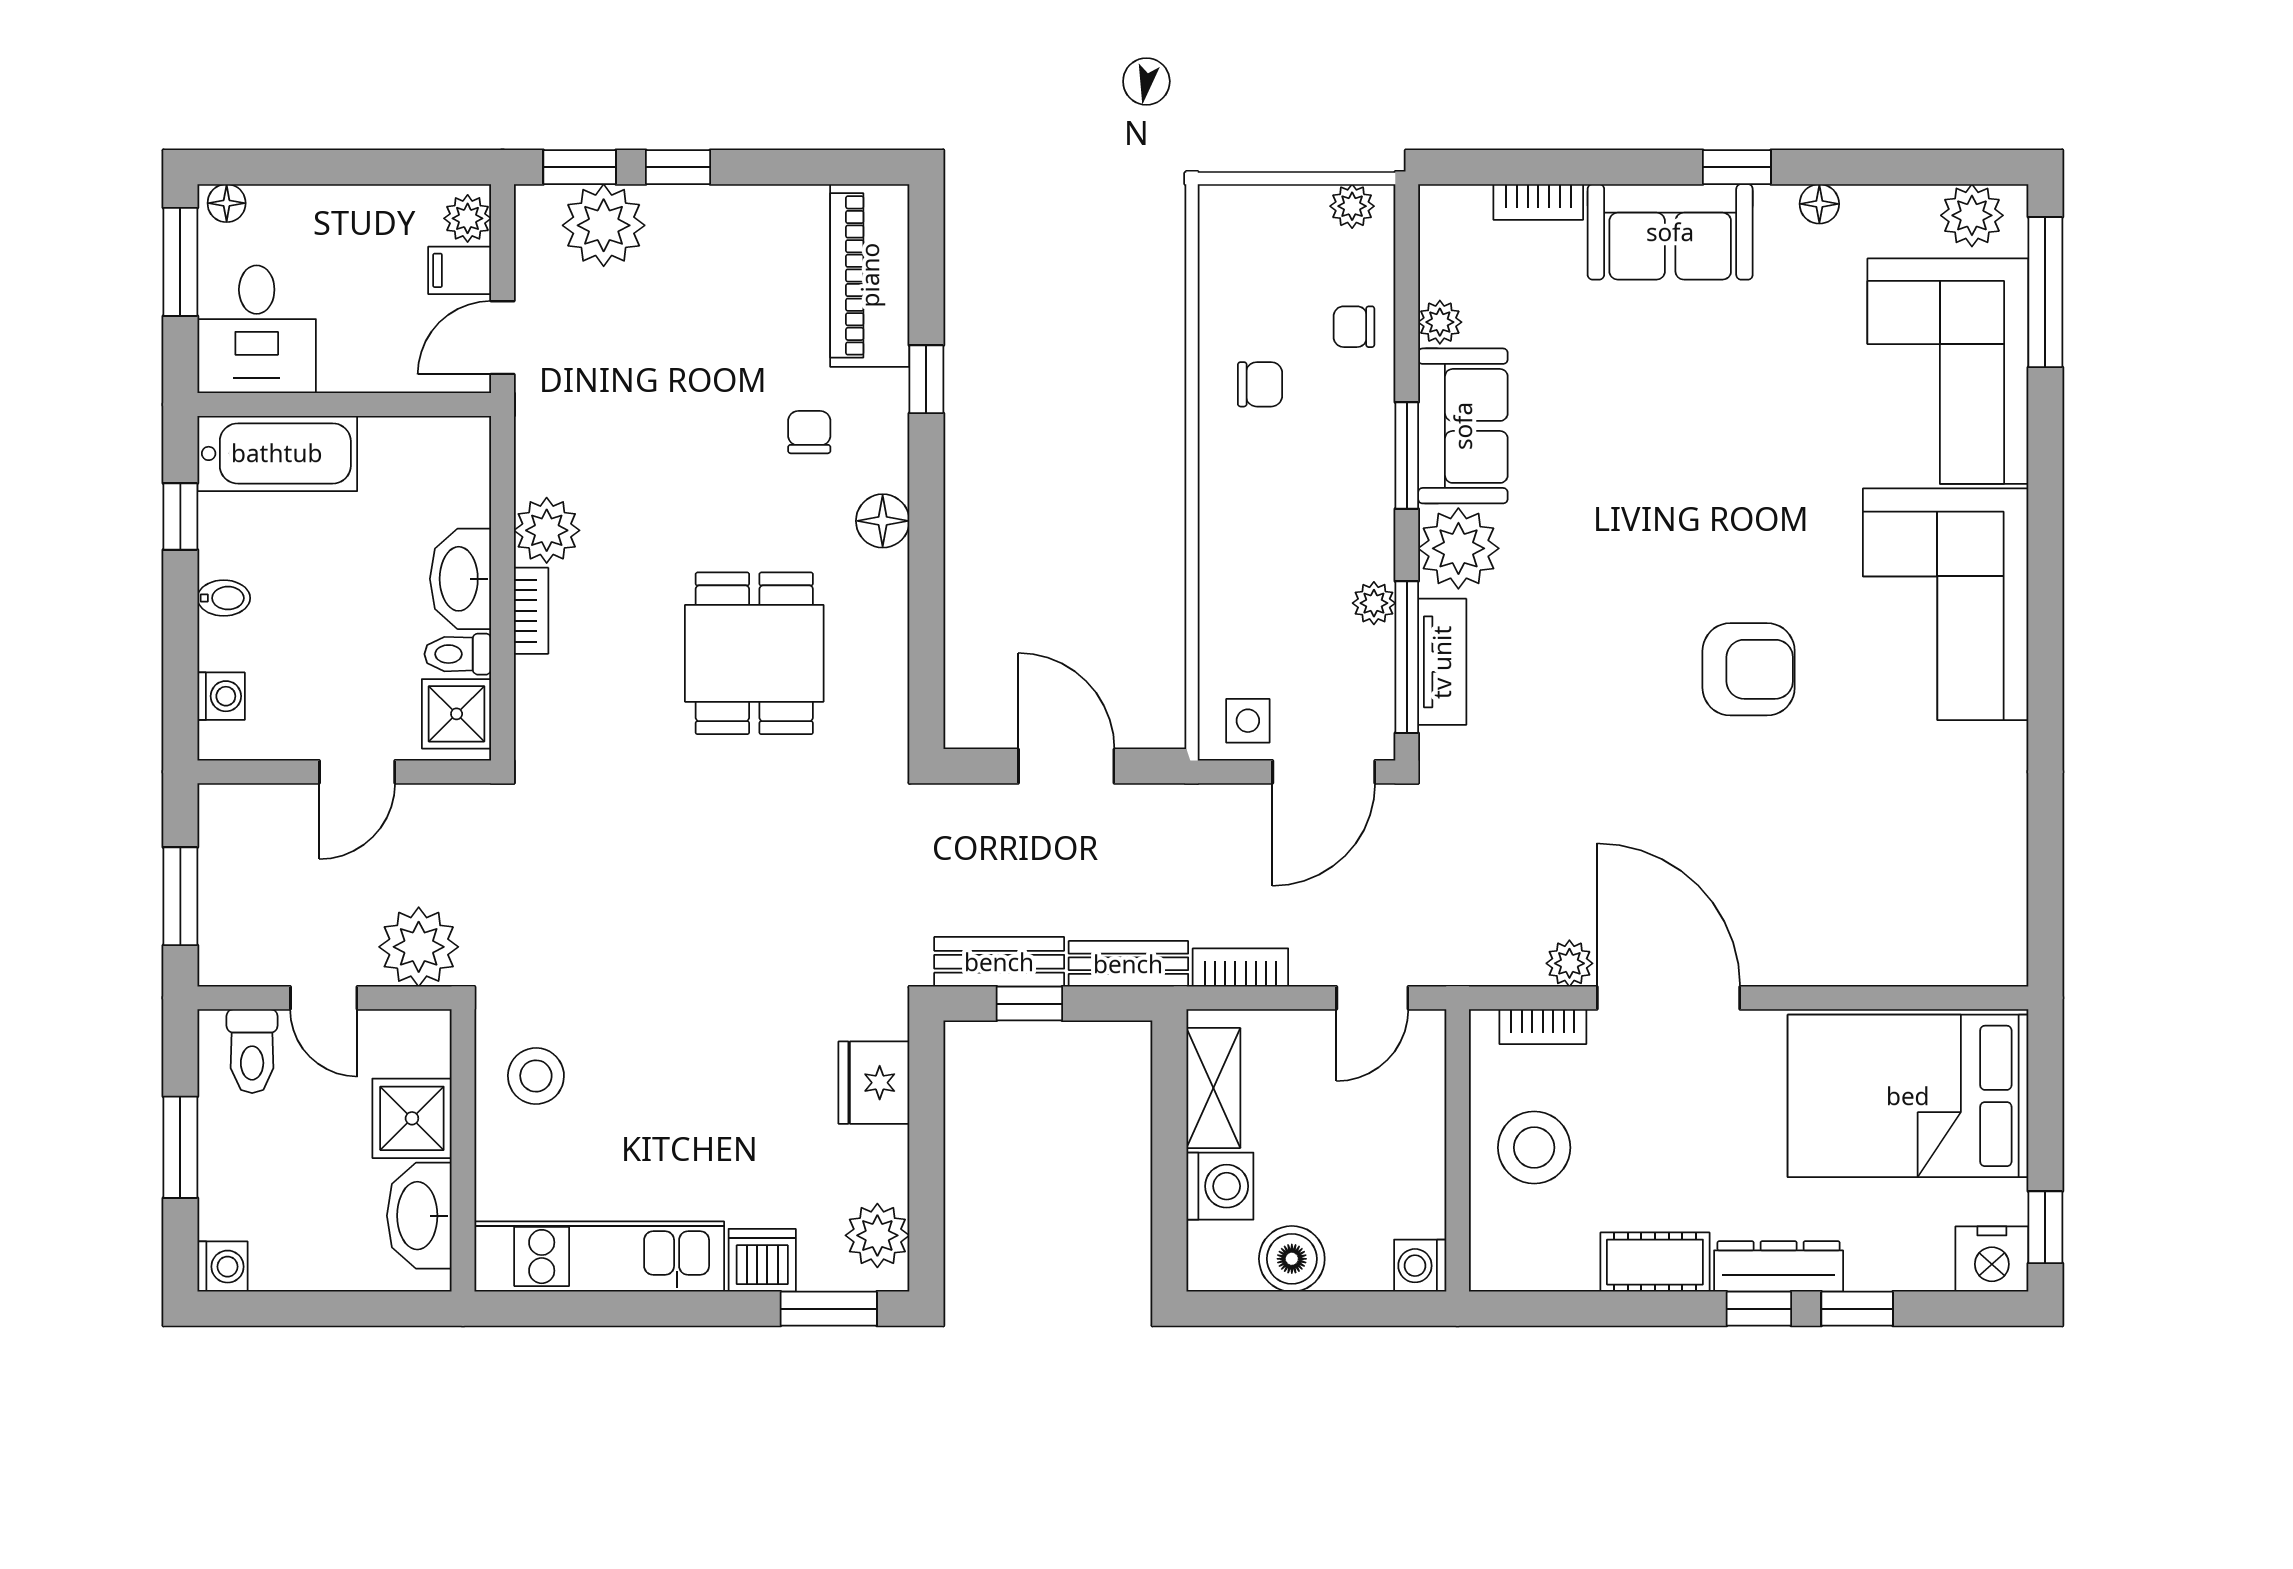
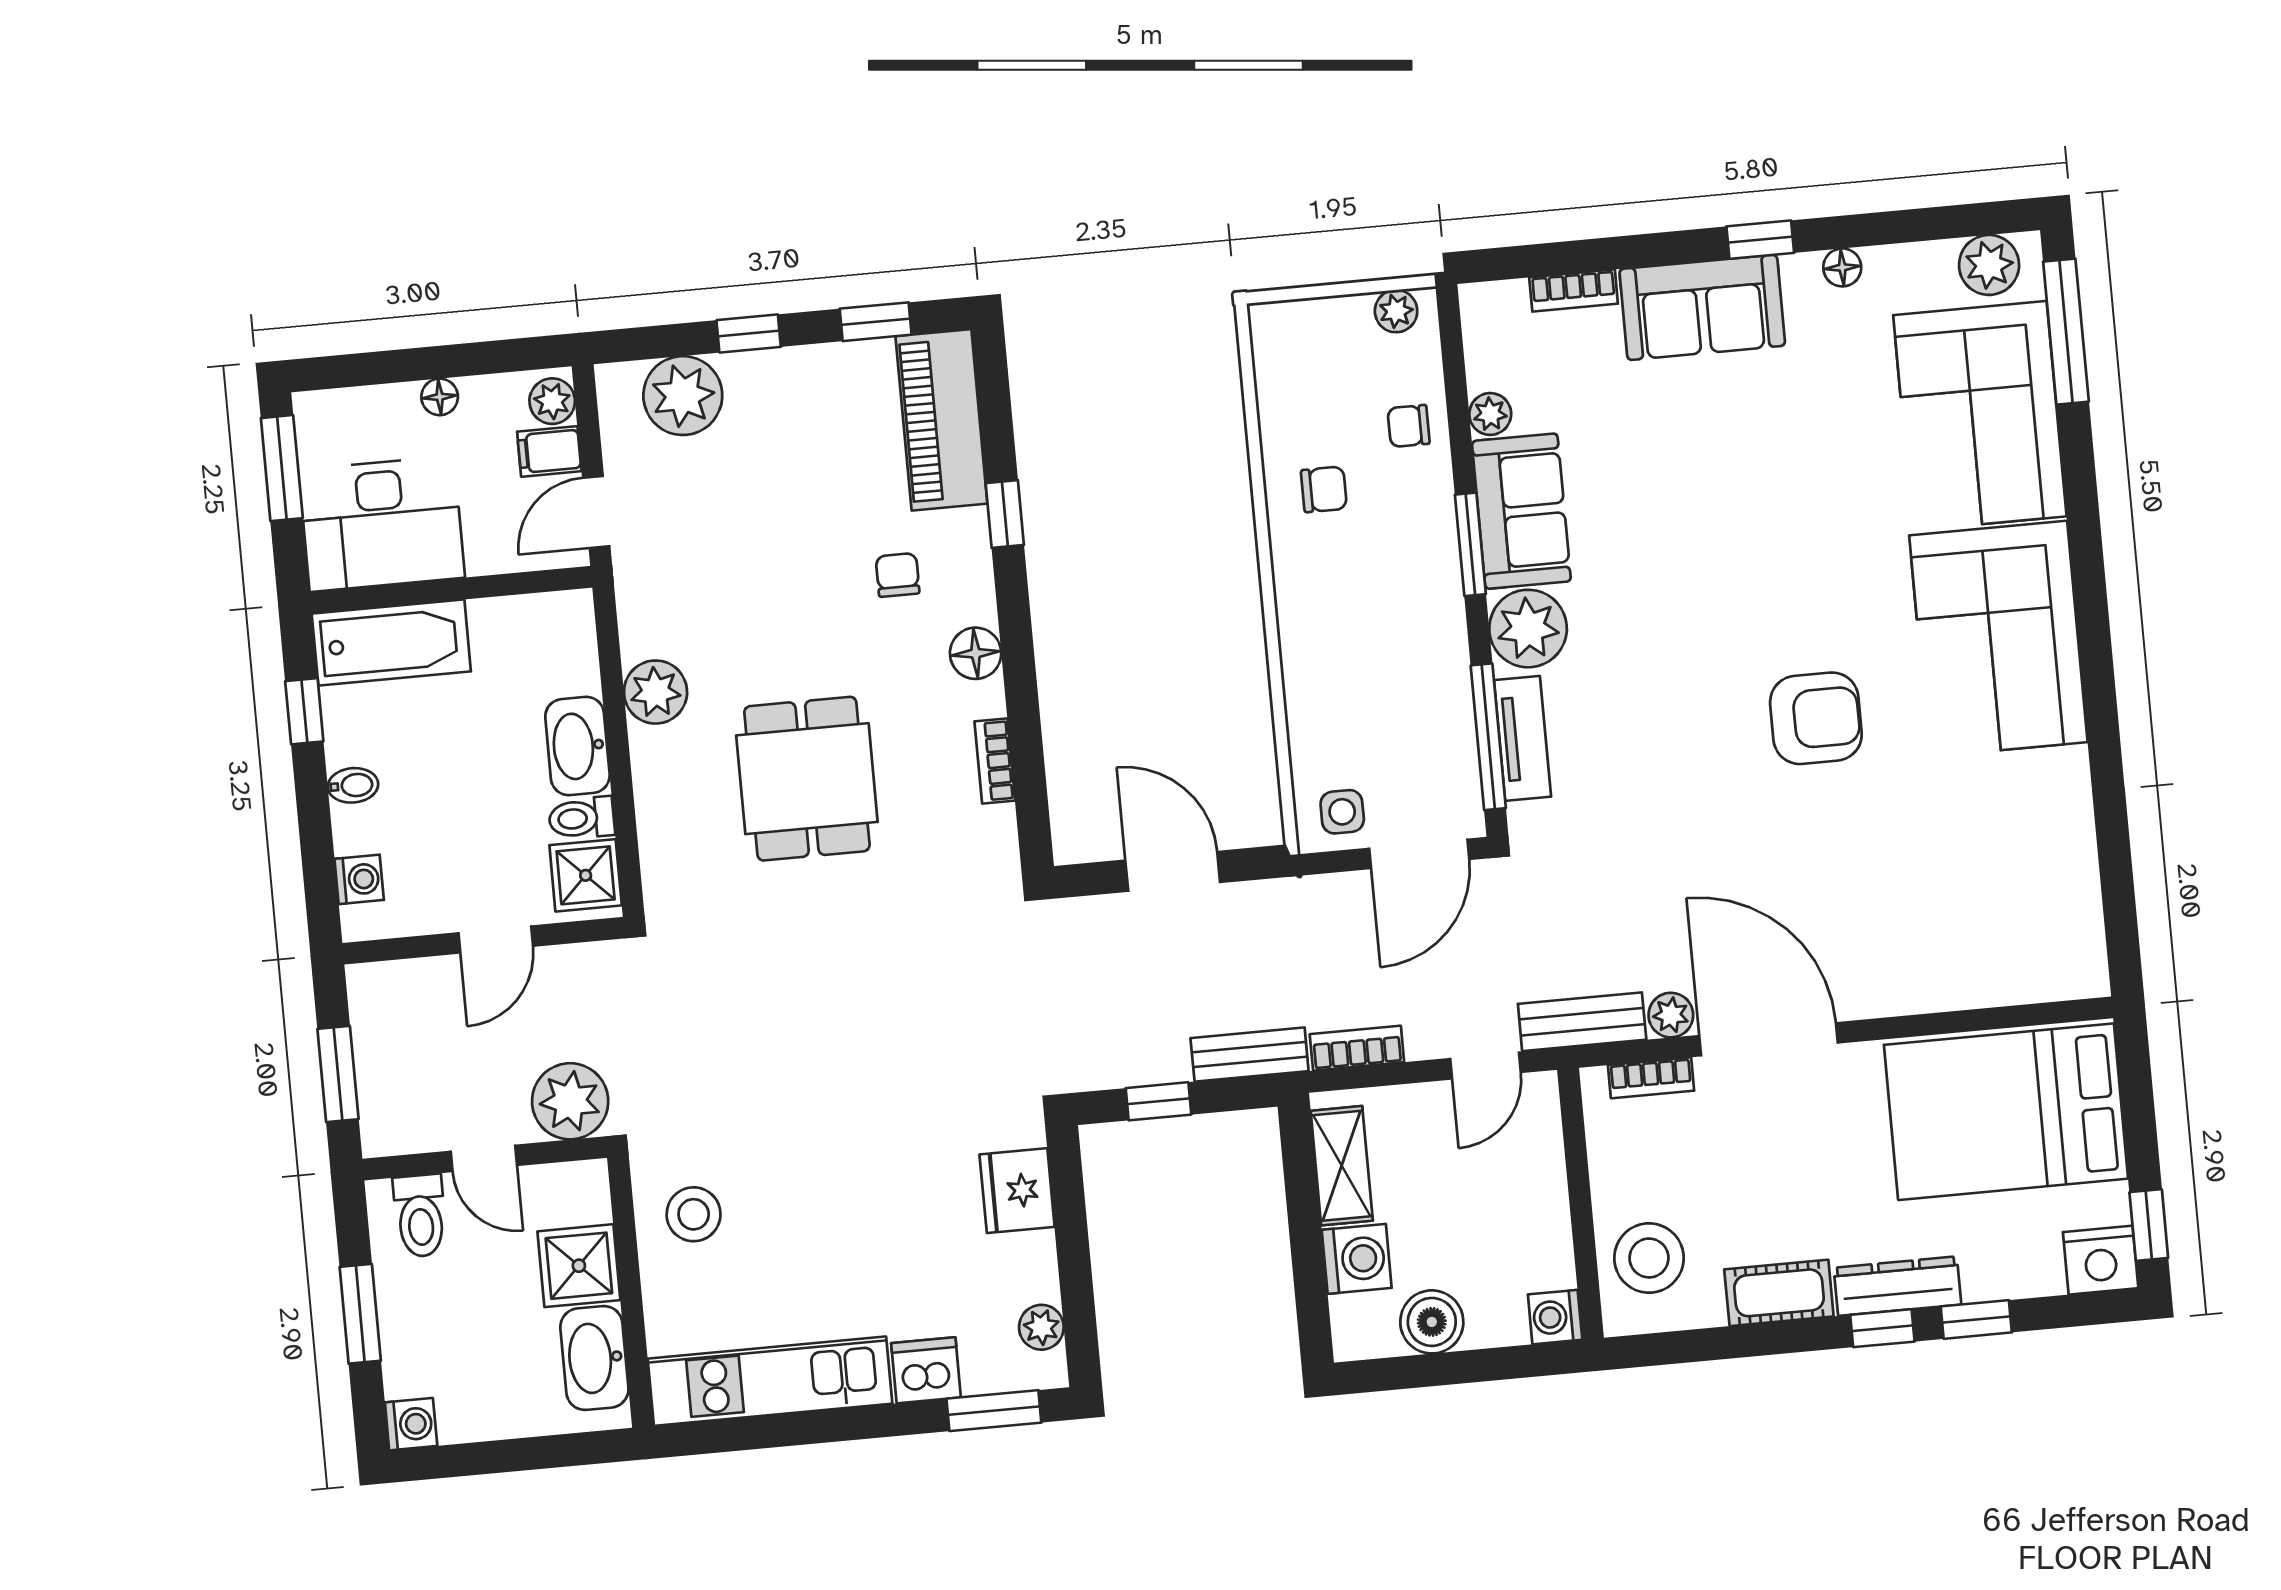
window: (580, 167) -> (876, 322), moved
floor lamp: (227, 203) -> (440, 397), moved
desk: (257, 329) -> (382, 524), width x1.37
plant: (1374, 603) -> (1452, 688), removed
bookcase: (531, 611) -> (995, 761), moved, turned 180
dining table: (754, 653) -> (807, 779), moved
bench: (999, 962) -> (1582, 1022), moved
stool: (1534, 1148) -> (1649, 1258), moved
plant: (877, 1235) -> (1041, 1327), width x0.73, depth x0.73

